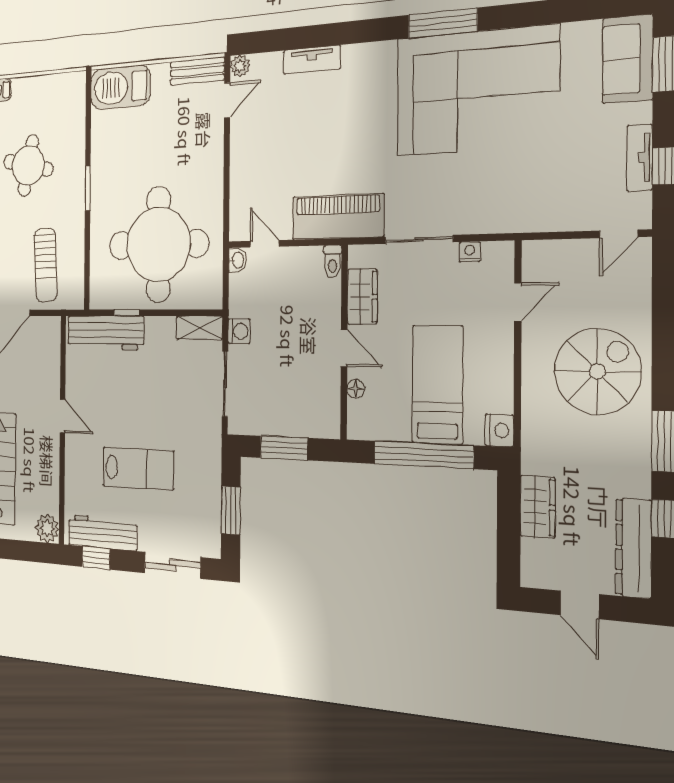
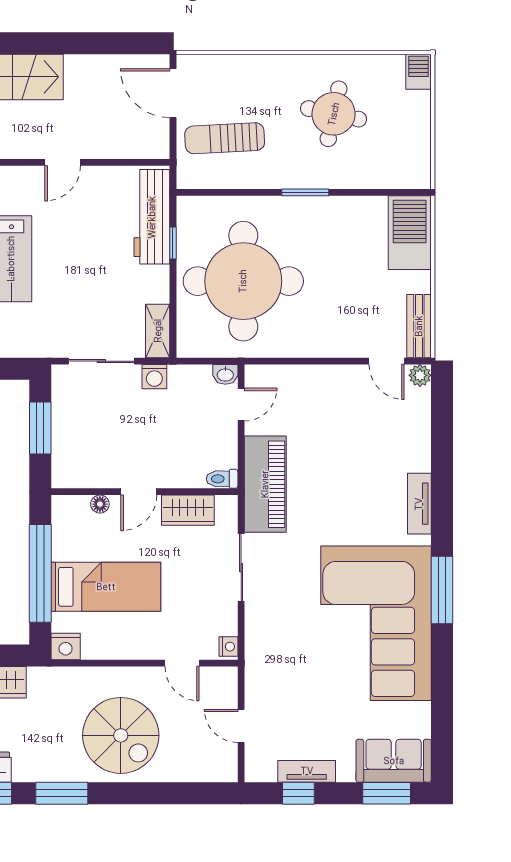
tv unit: (312, 60) -> (419, 504), moved
door: (619, 234) -> (241, 726), moved
nightstand: (470, 252) -> (228, 647), moved

